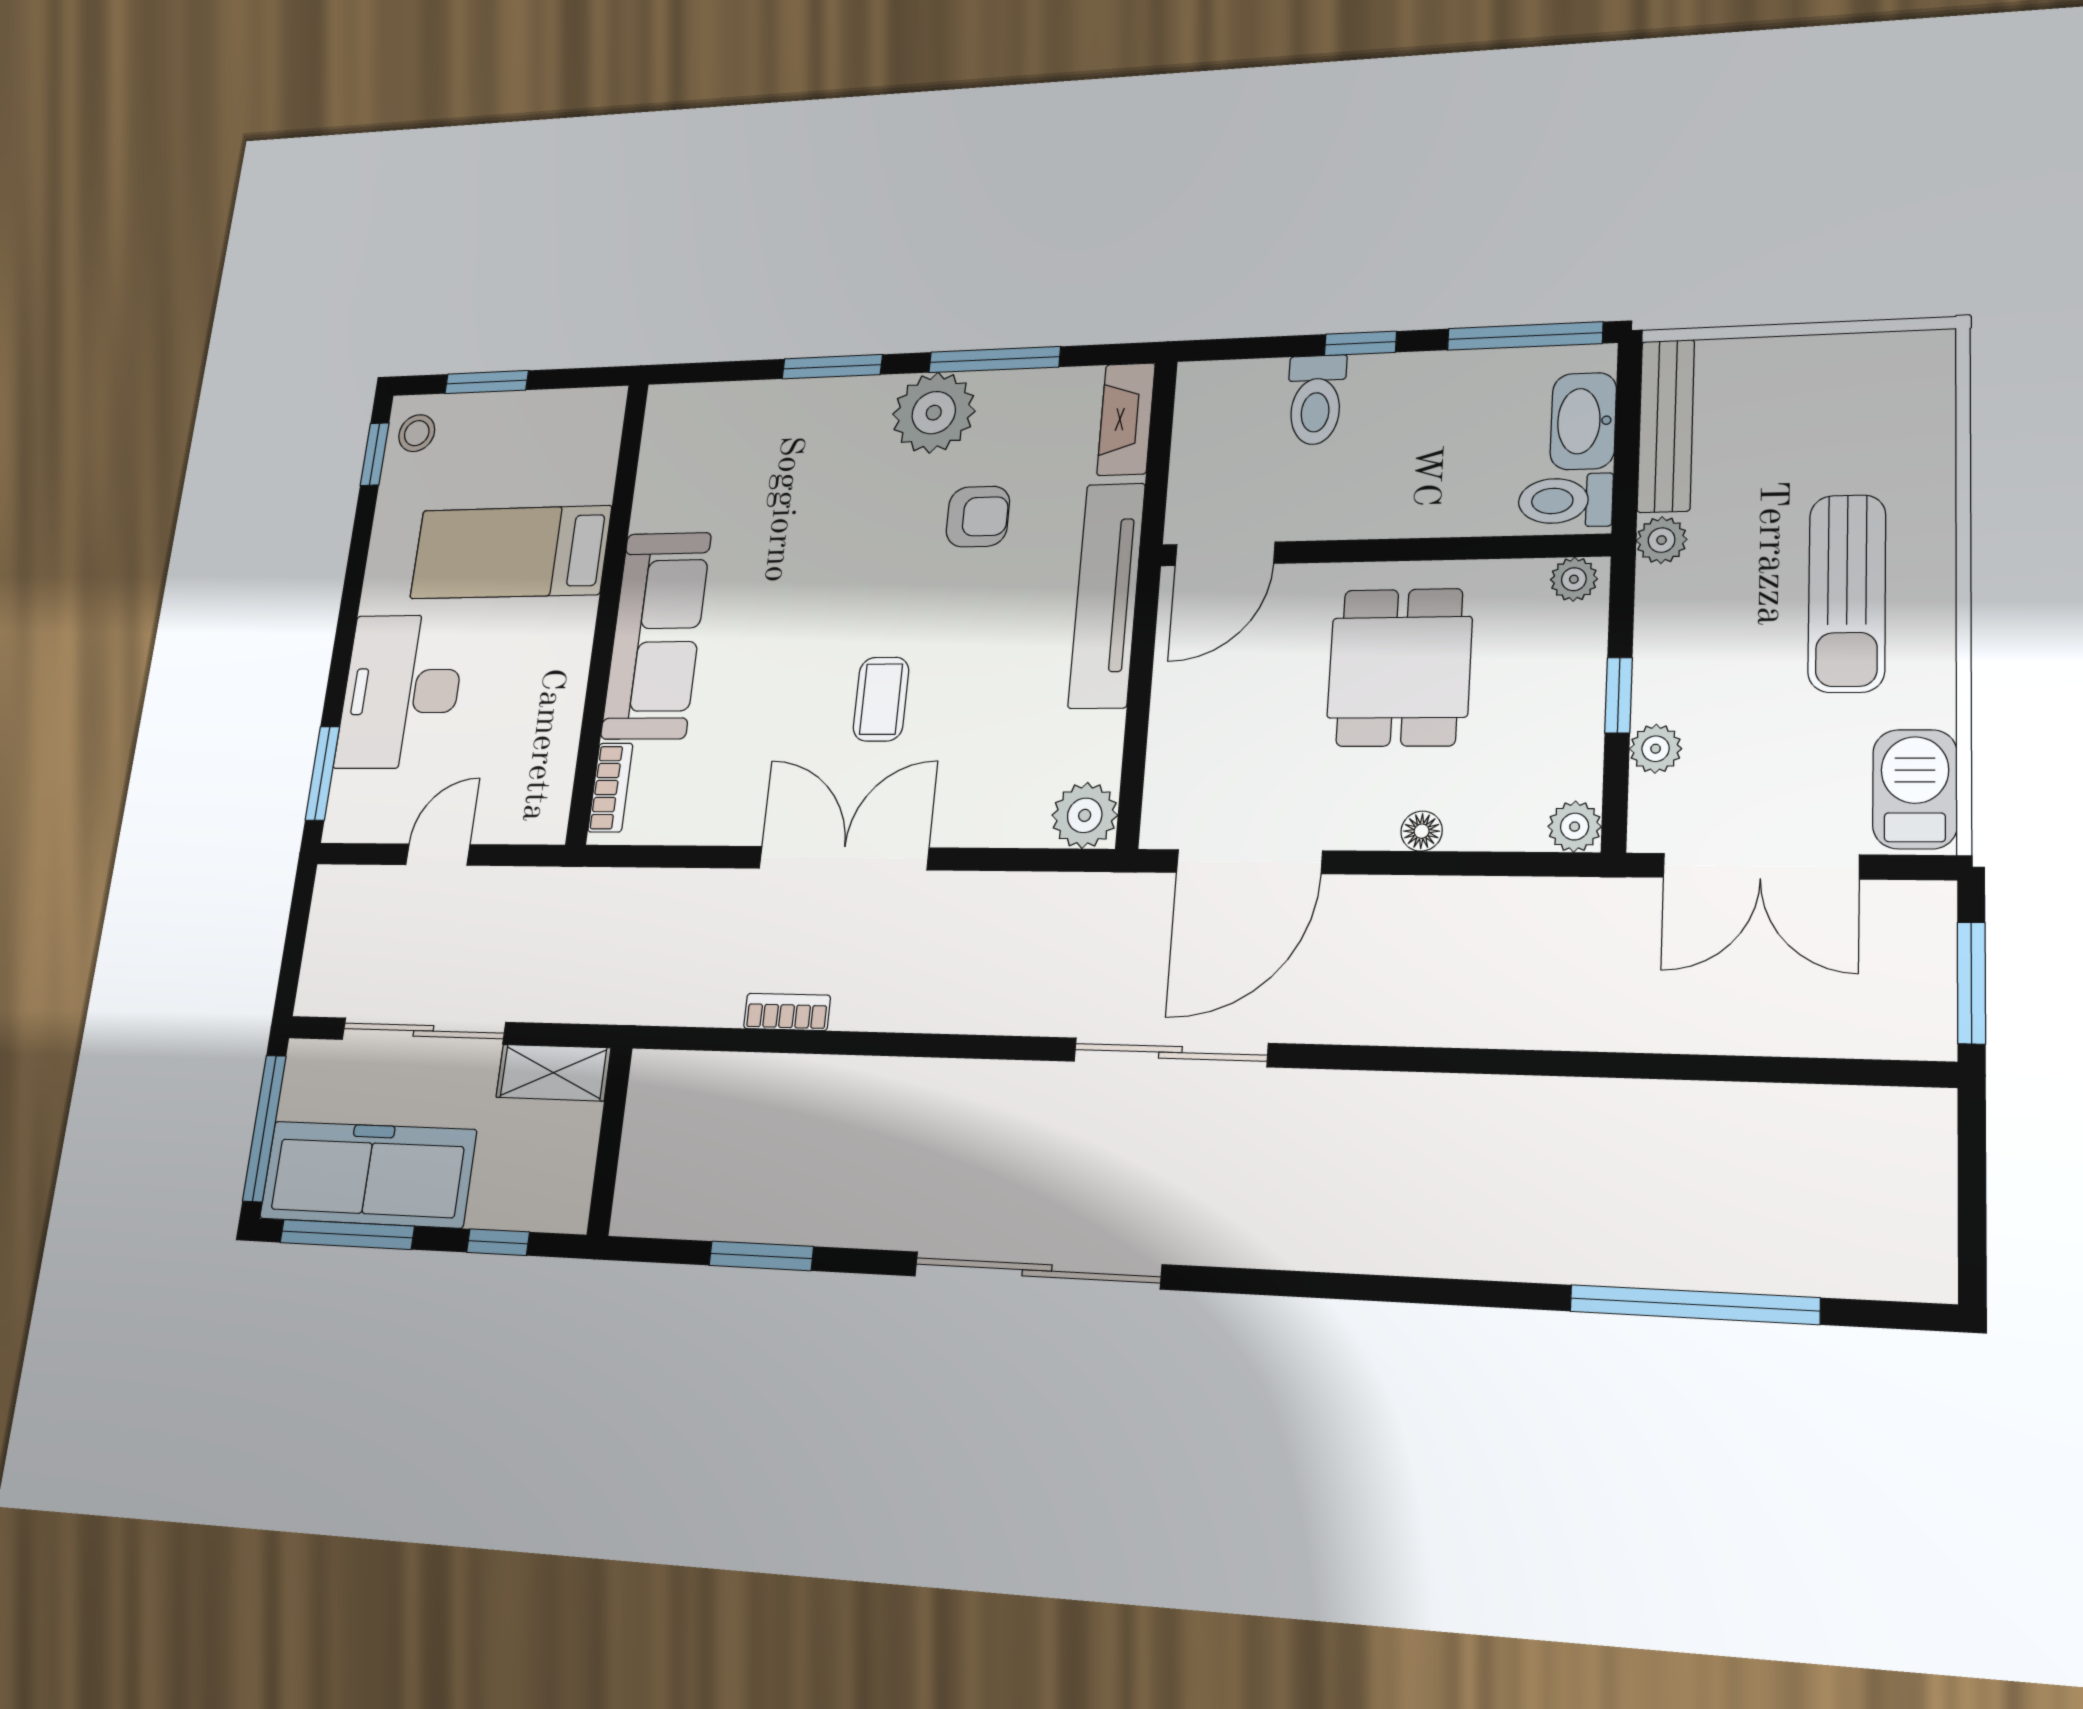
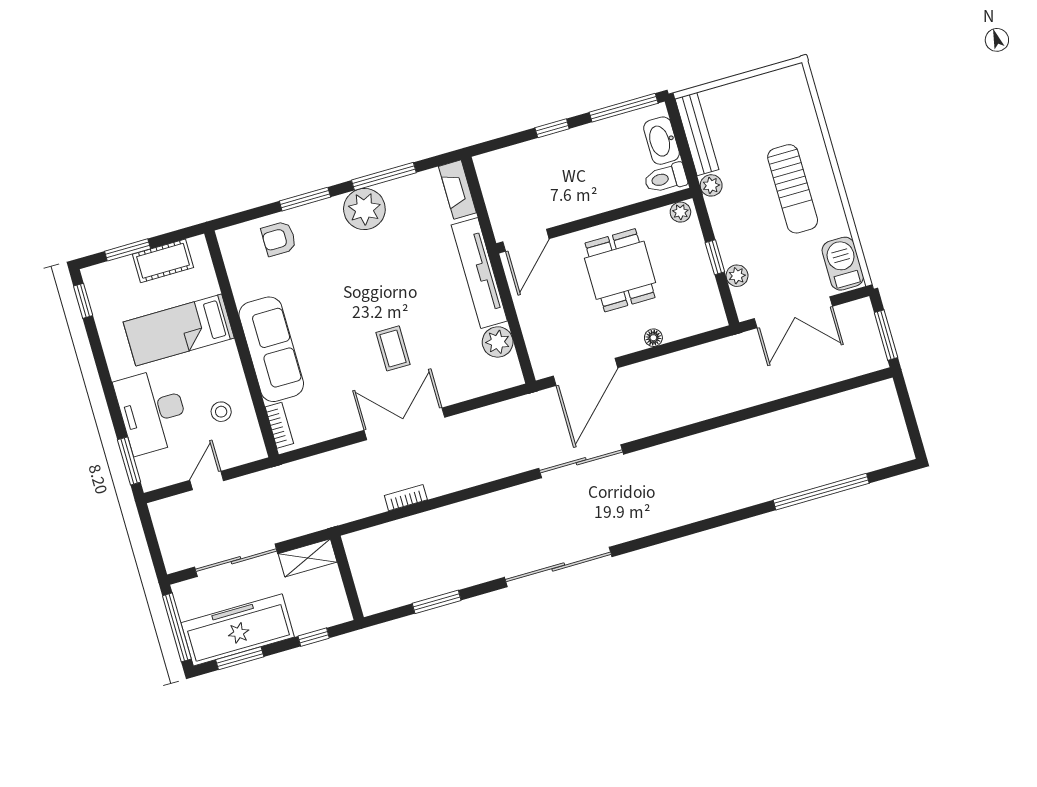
toilet: (1316, 400) -> (541, 159), removed
cot: (537, 417) -> (163, 261), added
stool: (417, 433) -> (221, 412), moved
armchair: (978, 517) -> (279, 239), moved, turned 180
plant: (1085, 815) -> (498, 342), moved
plant: (1575, 827) -> (715, 318), removed
window: (347, 1234) -> (240, 658), width x0.69

